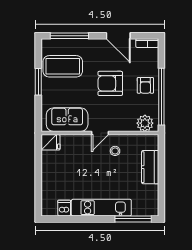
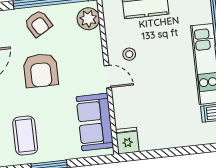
coffee table: (63, 66) -> (25, 136), width x0.73, depth x0.76
armchair: (145, 85) -> (38, 24), turned 59

